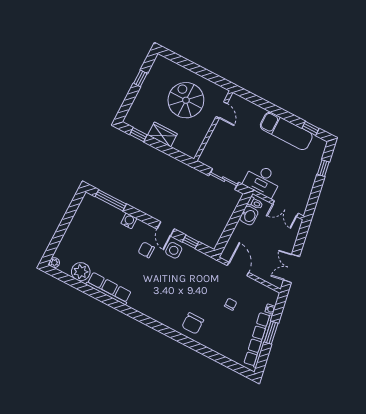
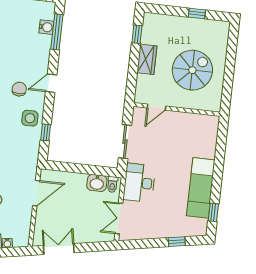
door: (222, 110) -> (157, 107), moved
water cooler: (129, 221) -> (46, 27), moved
door: (166, 229) -> (51, 83), moved

